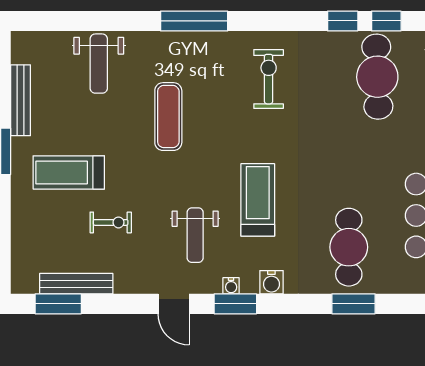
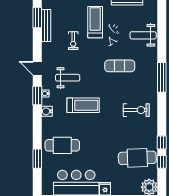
weight bench: (195, 235) -> (68, 78), turned 180
door: (174, 304) -> (37, 68), hinge flipped
window: (353, 304) -> (37, 159), moved

